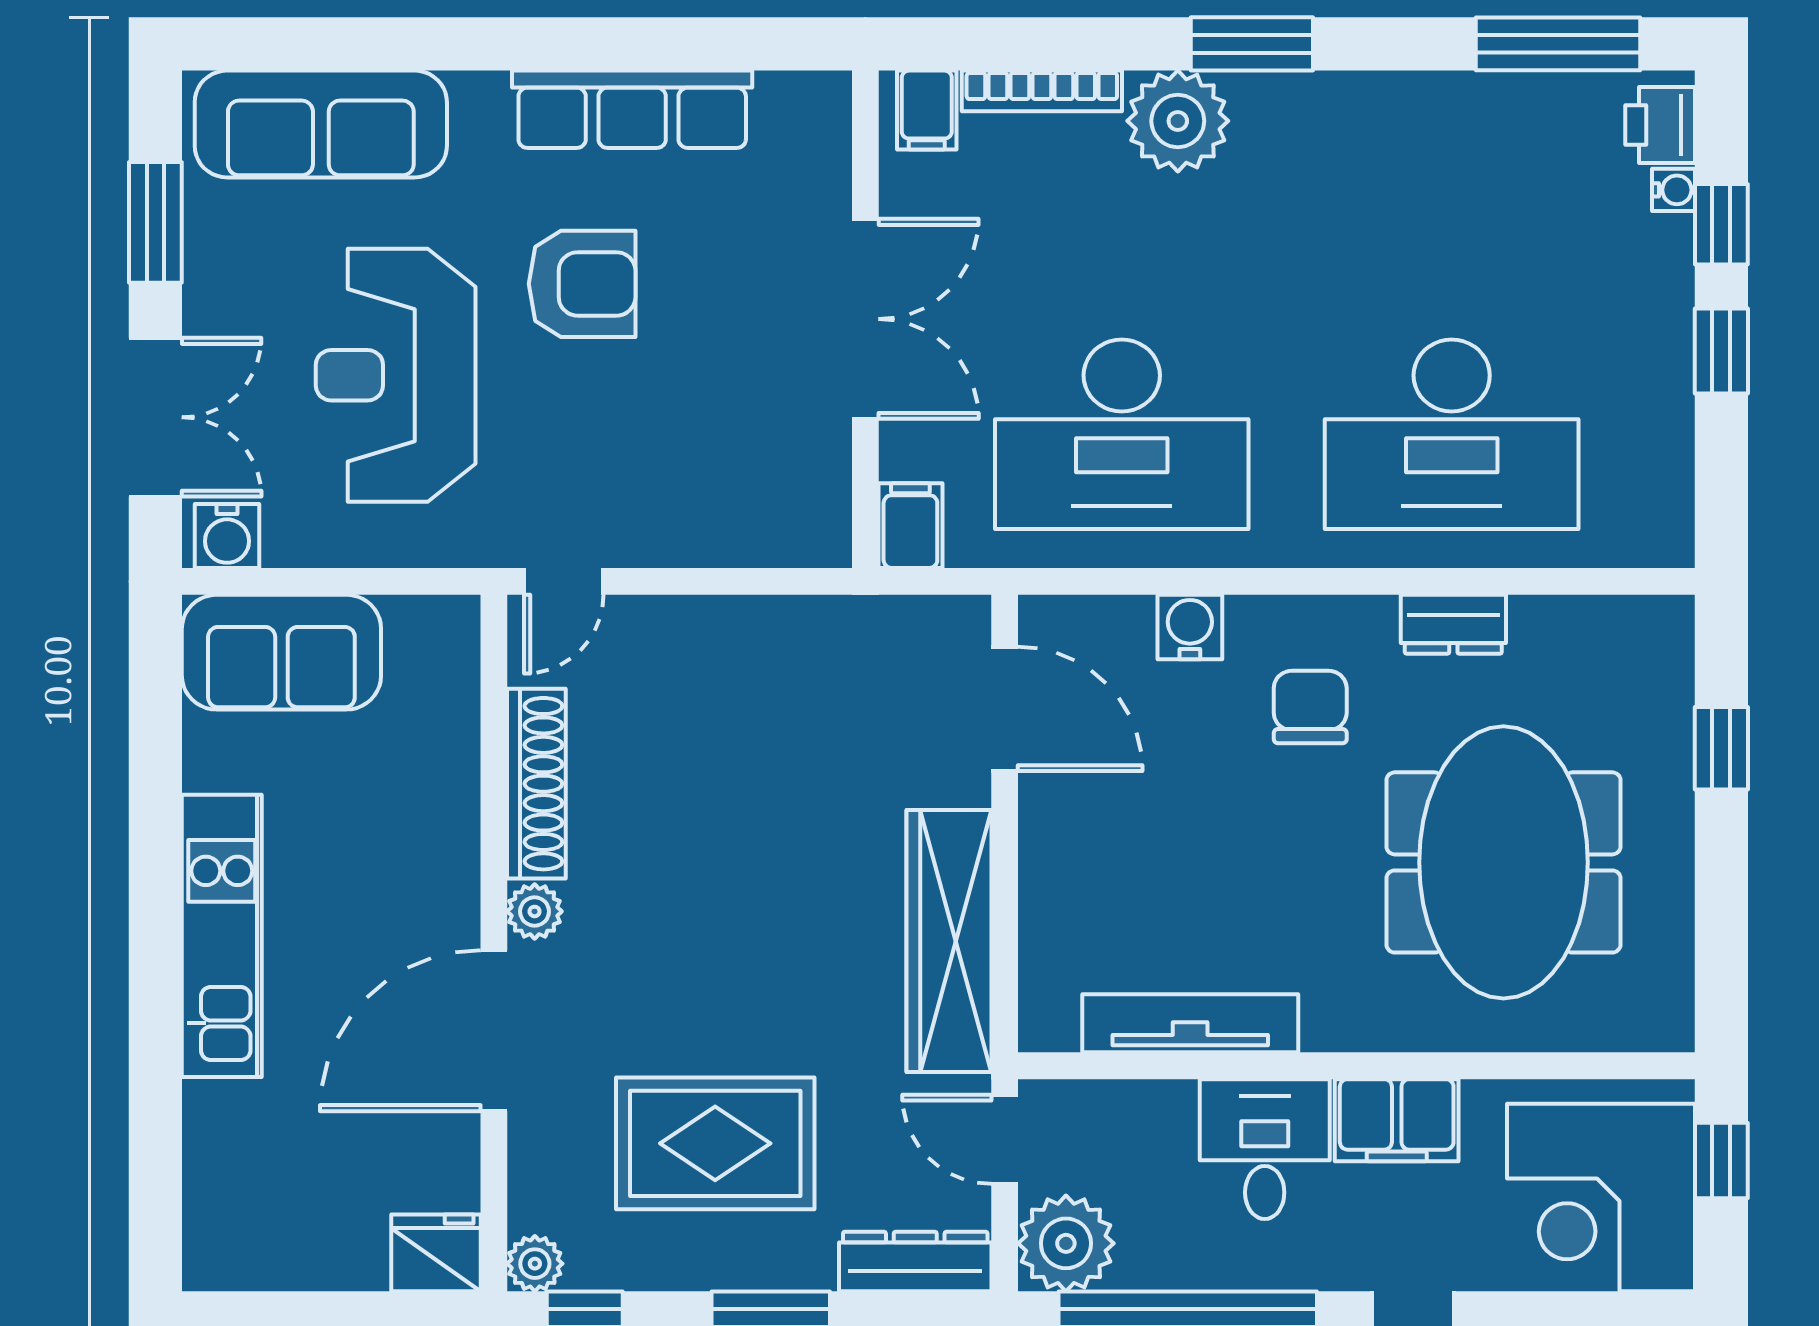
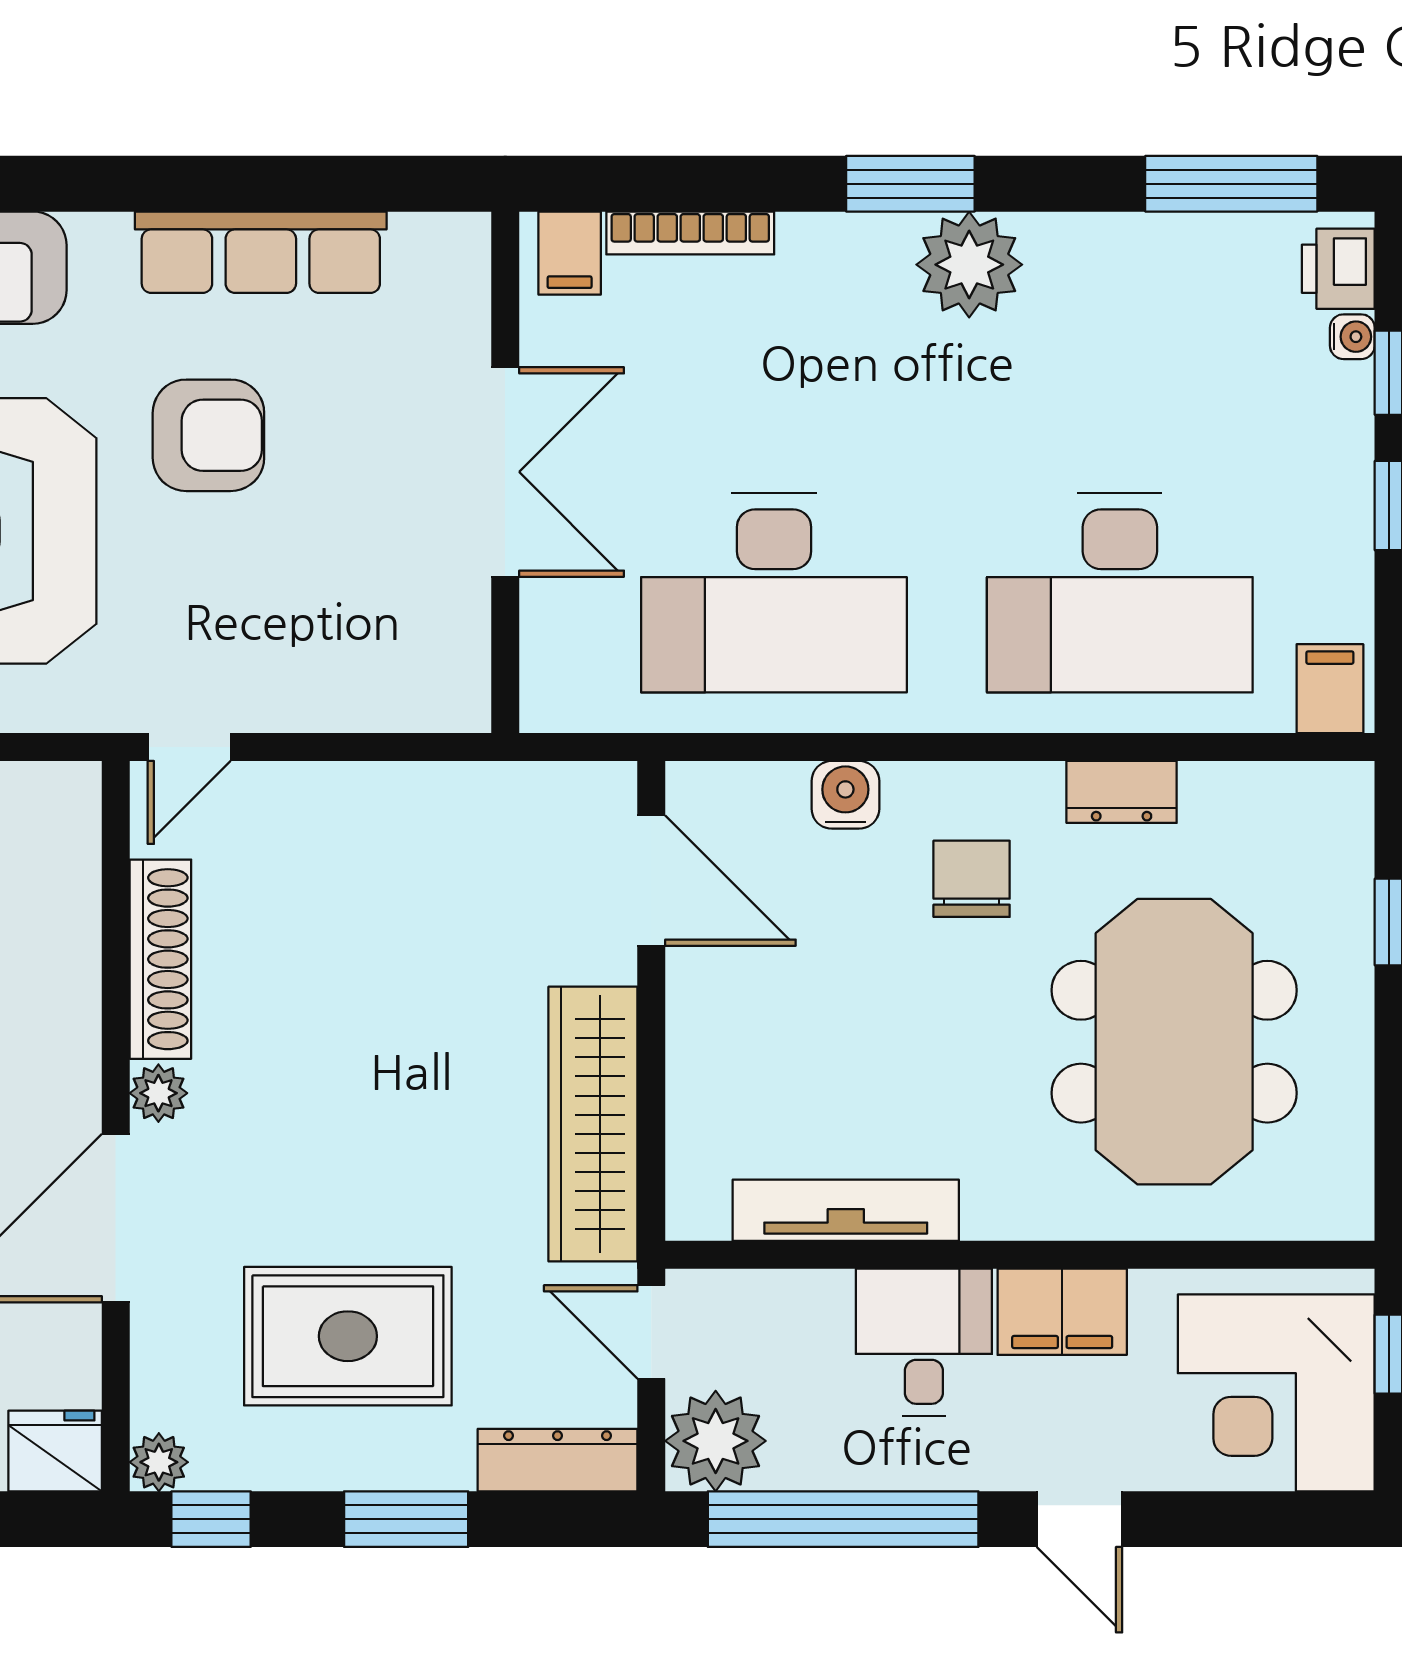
plant: (1178, 121) -> (969, 265), moved
filing cabinet: (910, 526) -> (1330, 689), moved

